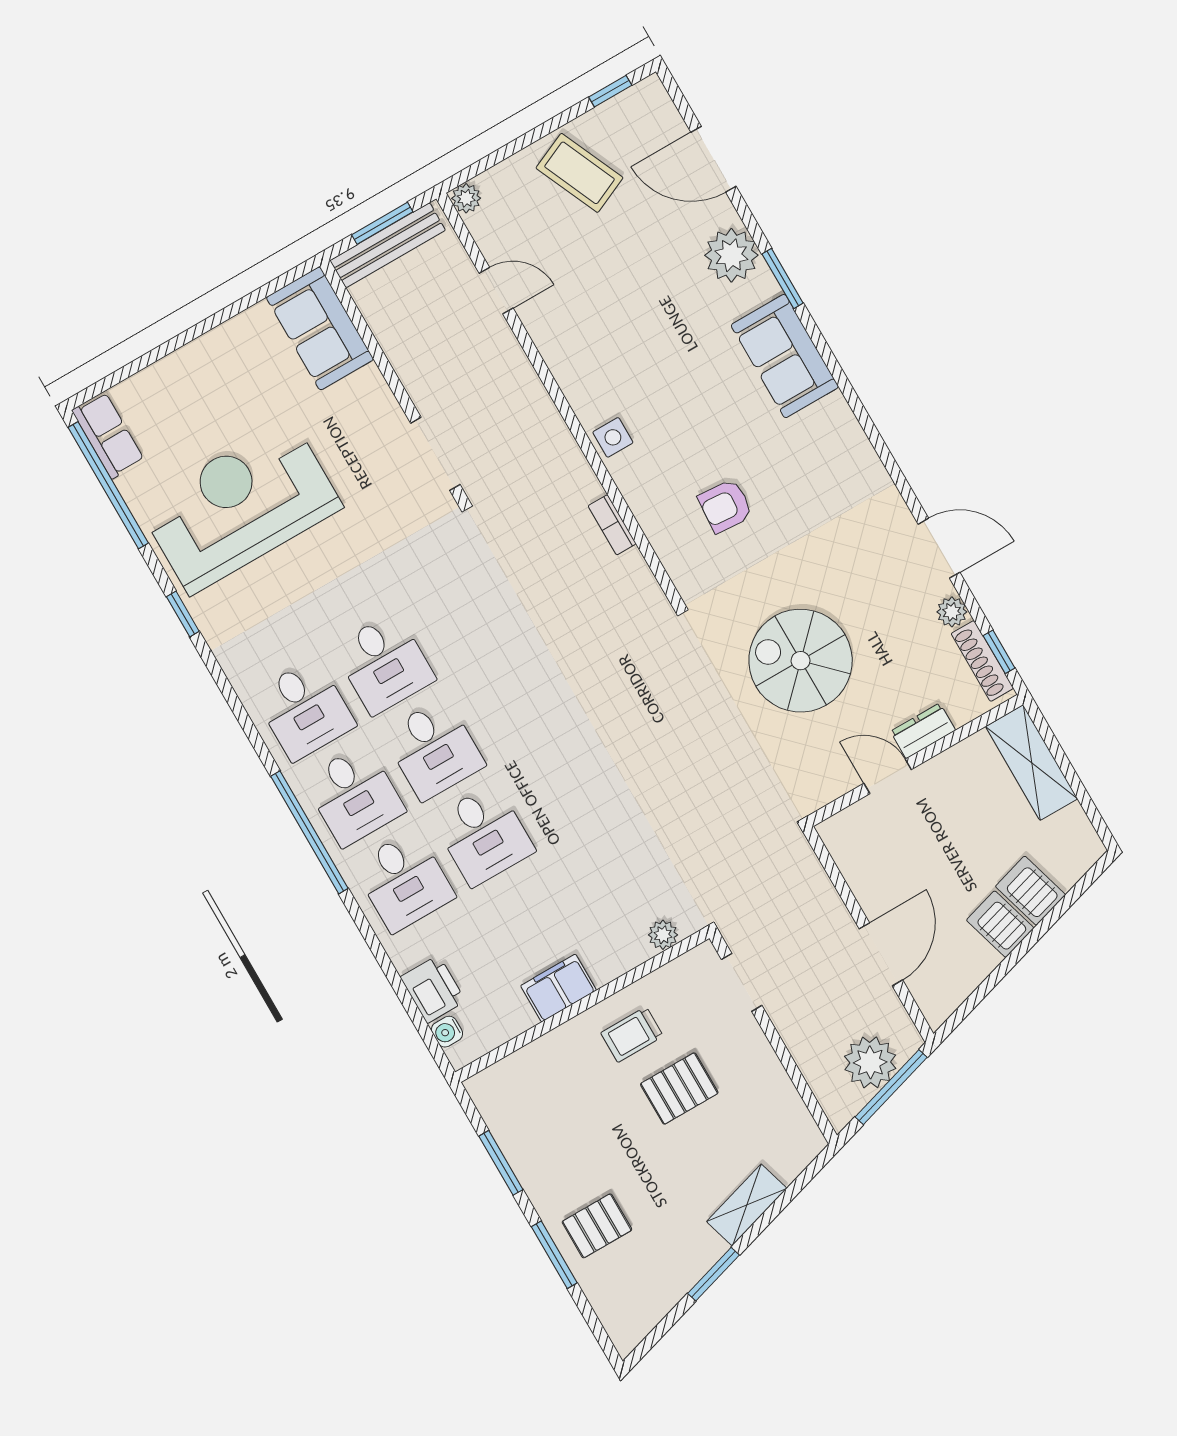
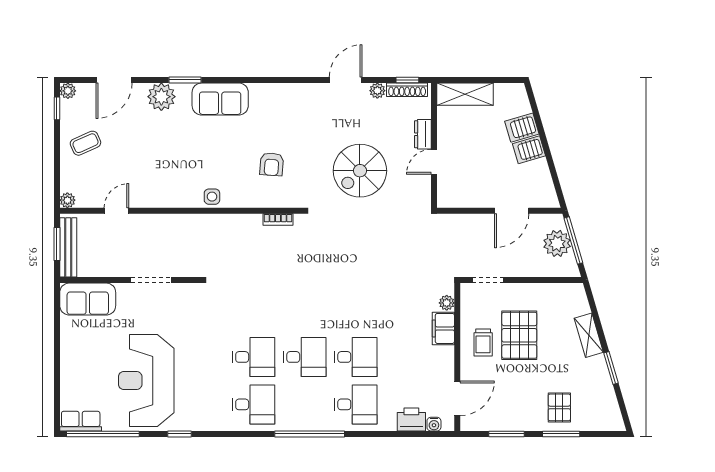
plant: (650, 92) -> (68, 91), added
coffee table: (579, 173) -> (85, 143), width x0.73, depth x0.77
doorway: (435, 454) -> (151, 280), moved
bookcase: (612, 525) -> (278, 220), moved
desk: (354, 795) -> (305, 404), removed
door: (881, 954) -> (512, 211), swing flipped
filing cabinet: (558, 988) -> (443, 328), moved
door: (513, 1045) -> (457, 398), added
pallet: (679, 1088) -> (519, 335), width x1.50, depth x1.42

